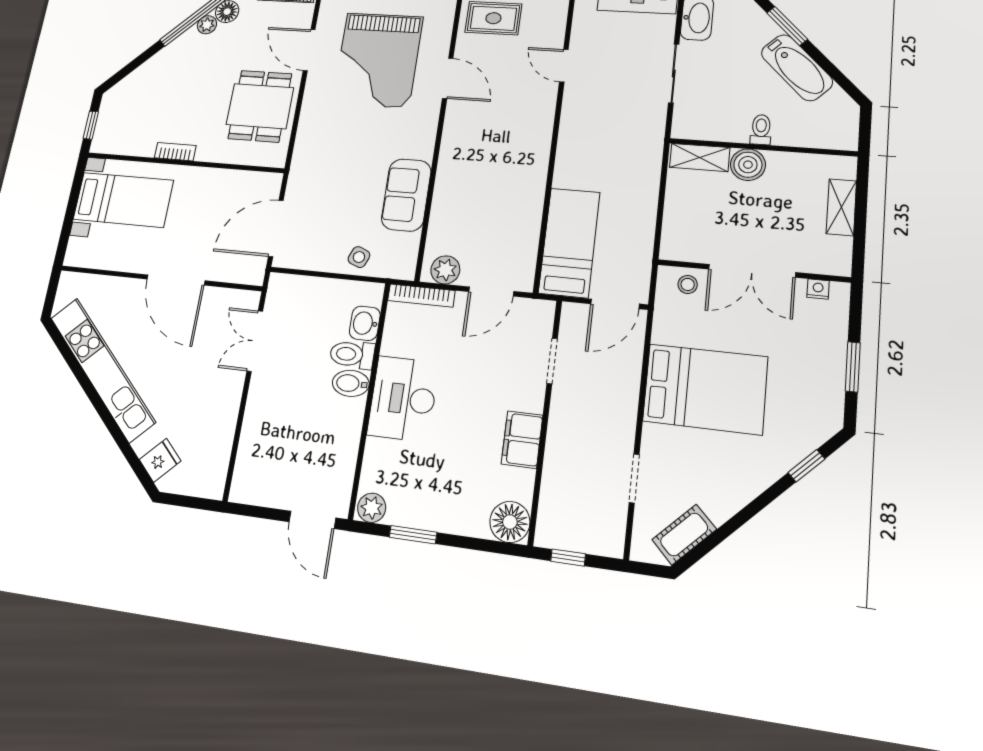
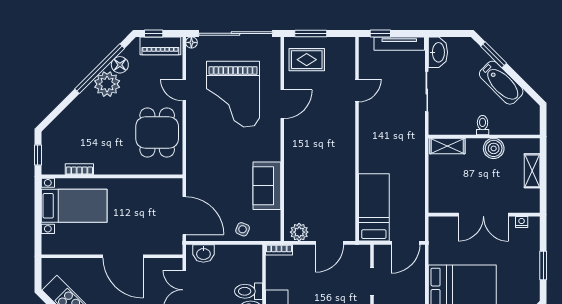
plant: (207, 25) -> (107, 84), width x1.88, depth x1.88
door: (309, 50) -> (184, 90), width x0.73
door: (564, 66) -> (357, 90), swing flipped
door: (448, 78) -> (282, 104), hinge flipped
bookcase: (175, 152) -> (79, 169), moved
boiler: (748, 165) -> (494, 148), moved
door: (276, 228) -> (184, 216), swing flipped
stool: (688, 284) -> (447, 227), removed
bookcase: (421, 296) -> (279, 250), width x0.64
washbasin: (365, 323) -> (203, 253), moved, turned -90

